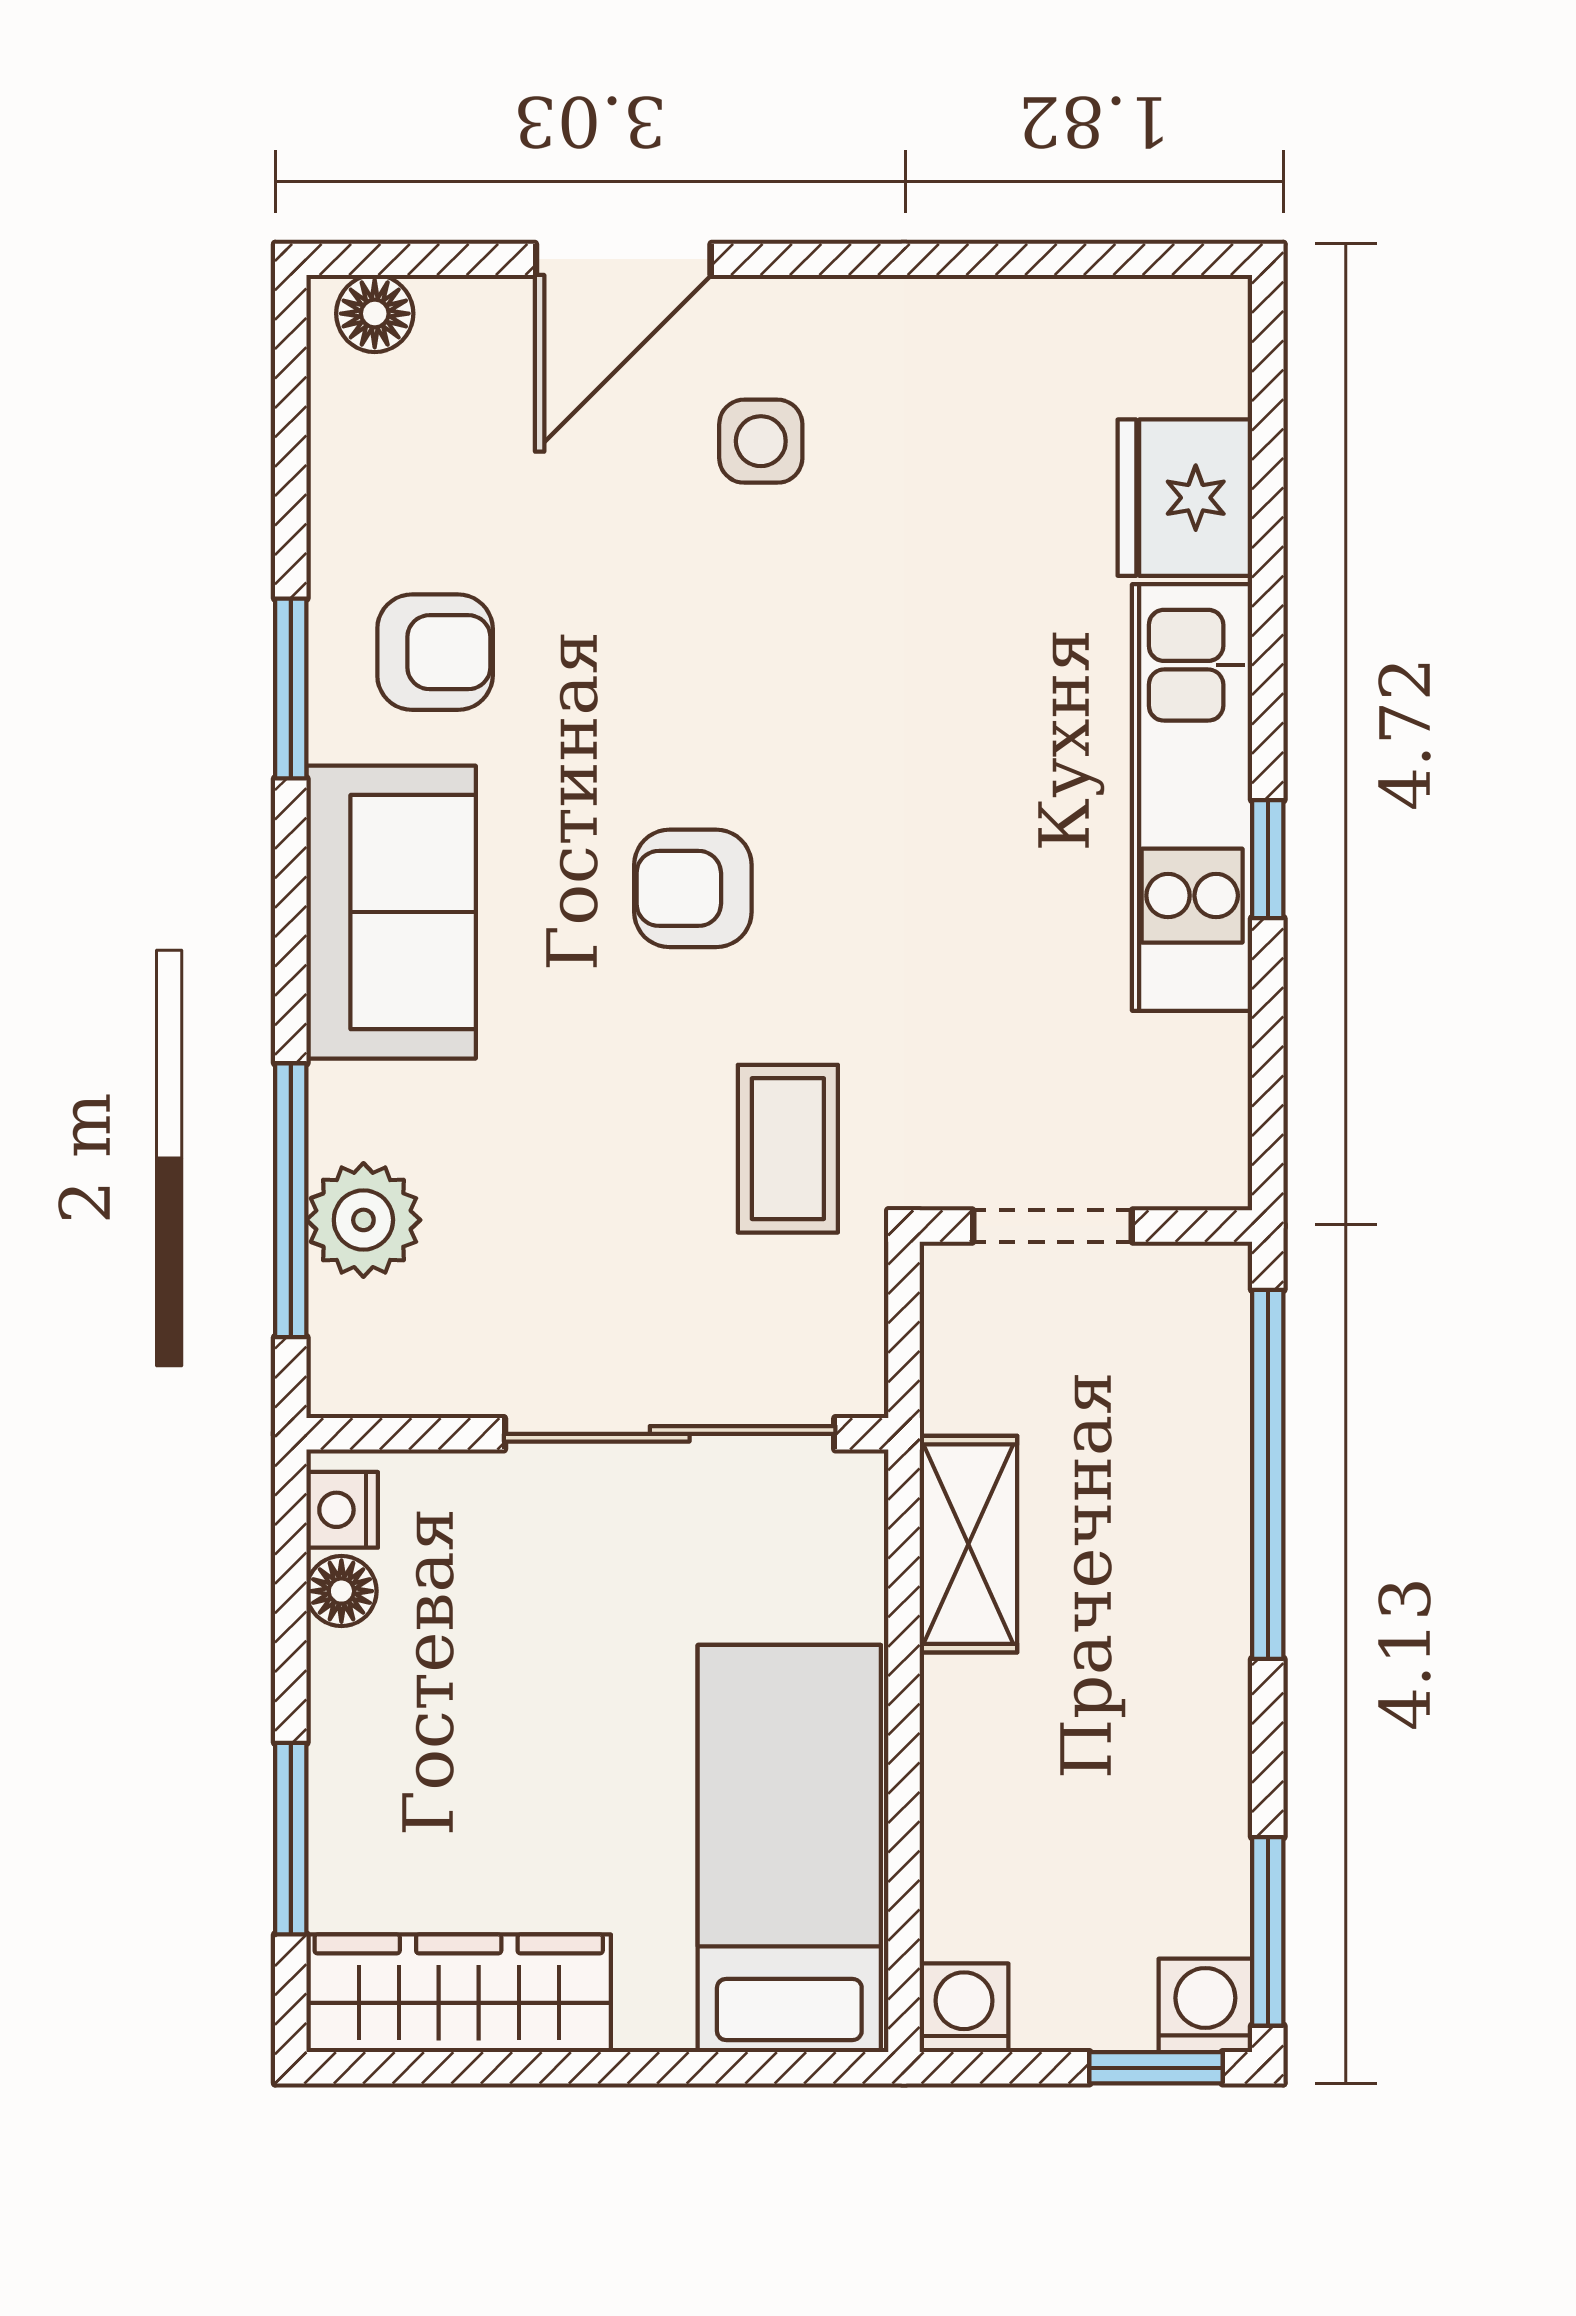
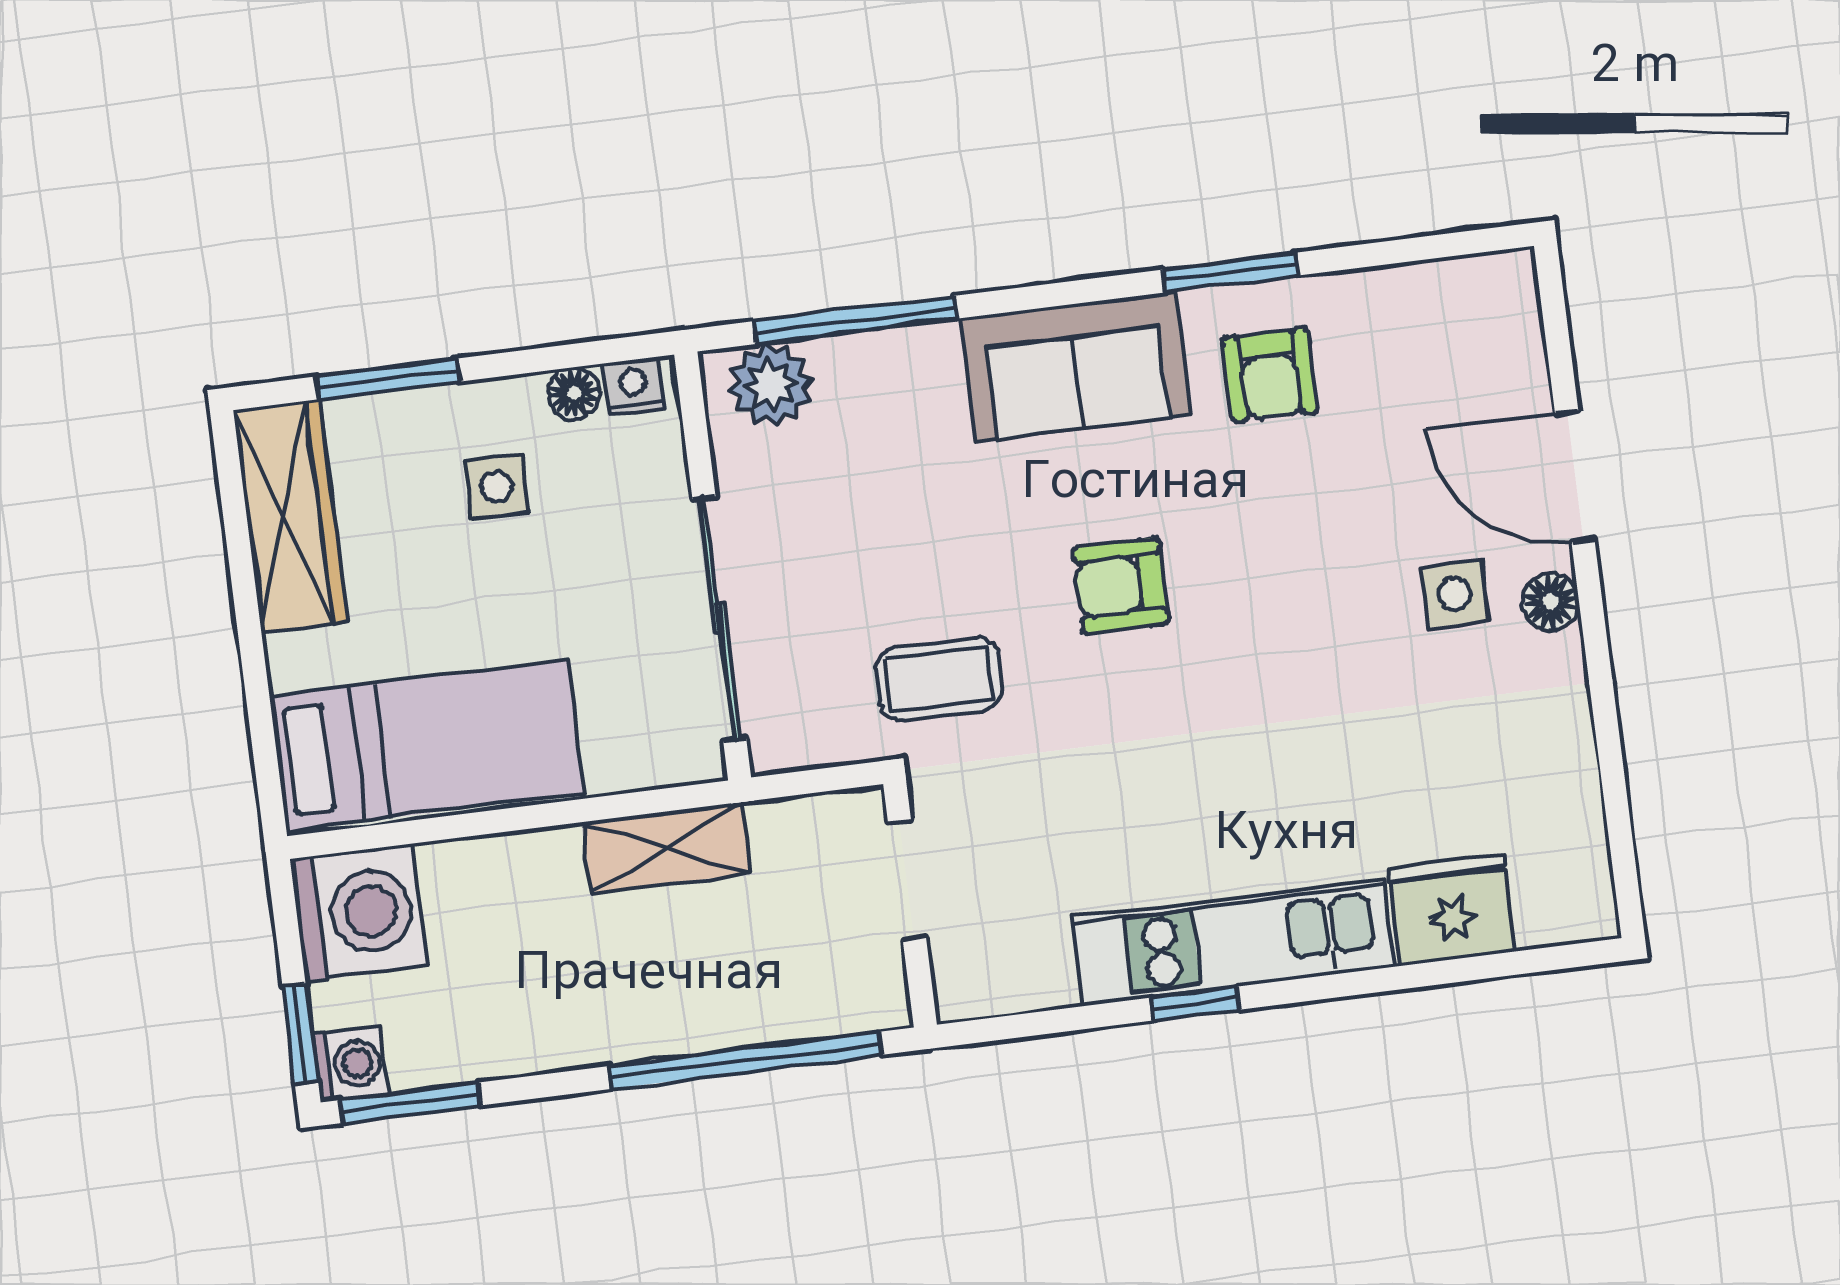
floor lamp: (375, 314) -> (1550, 602), moved
armchair: (693, 888) -> (1121, 585), turned -90
plant: (363, 1220) -> (771, 385), moved
side table: (454, 1711) -> (496, 487), added
washing machine: (964, 2008) -> (359, 913), width x1.89, depth x1.89

